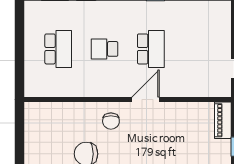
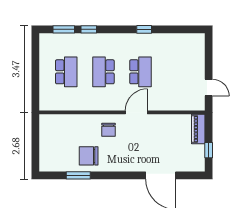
school desk: (105, 49) -> (103, 72), width x1.85

